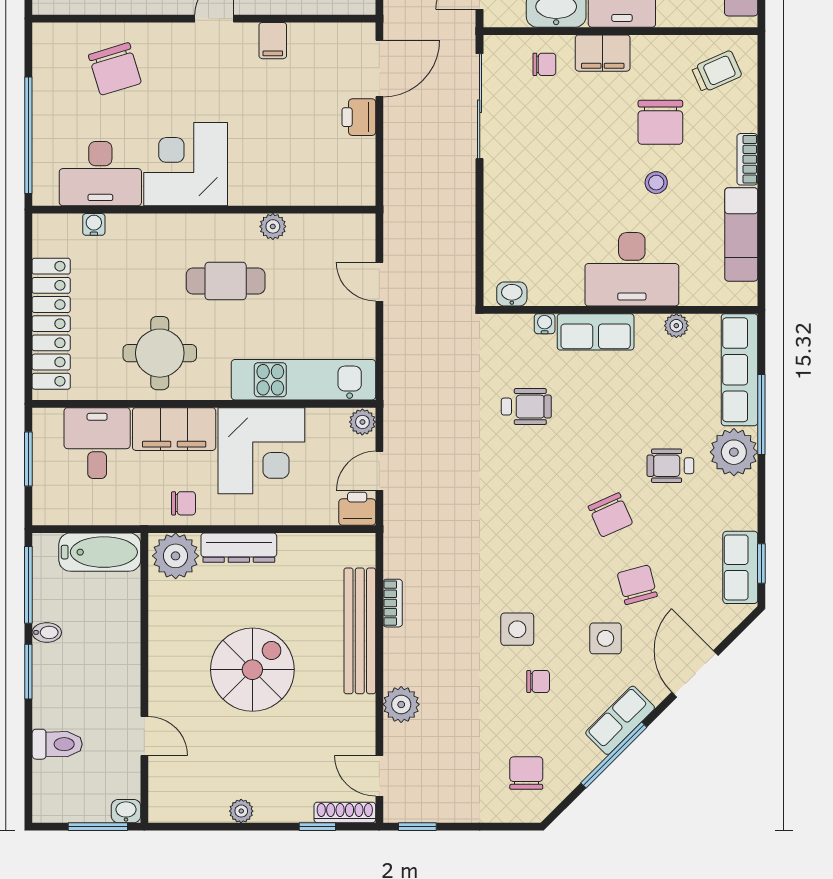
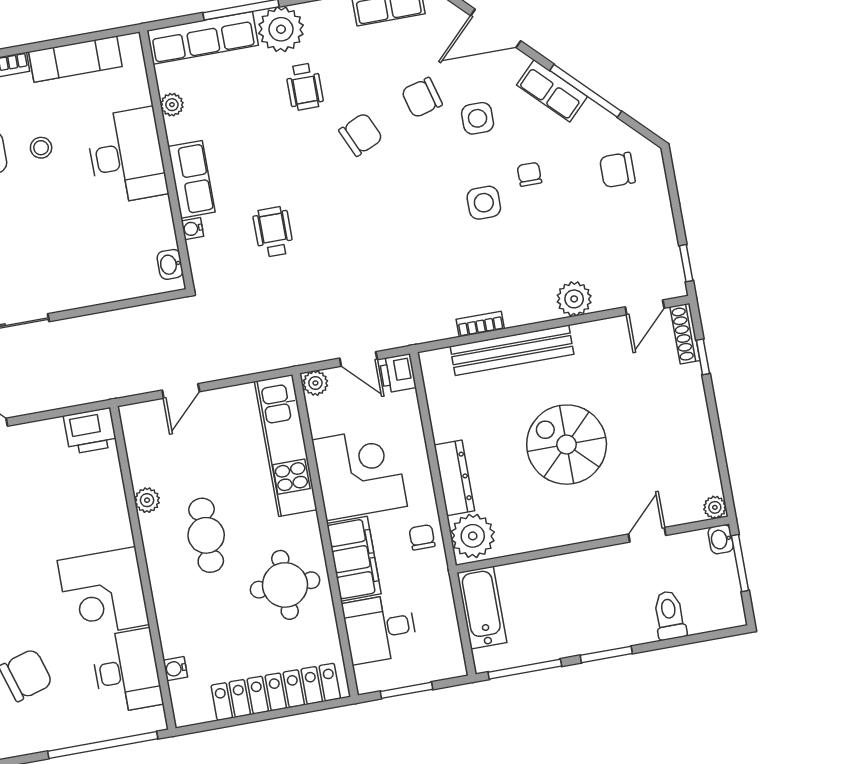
printer: (359, 117) -> (90, 431), moved, width x1.36, depth x1.24
bidet: (47, 632) -> (566, 644), removed
plant: (241, 811) -> (715, 507), moved

